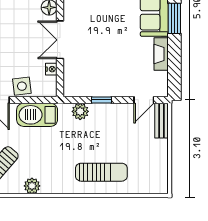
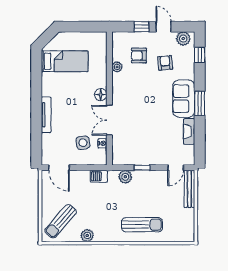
side table: (22, 86) -> (83, 143), moved
barbecue: (37, 115) -> (99, 176), width x0.53, depth x0.65
bench: (161, 121) -> (189, 189), width x1.36

